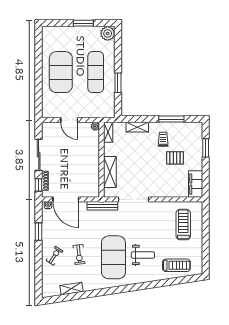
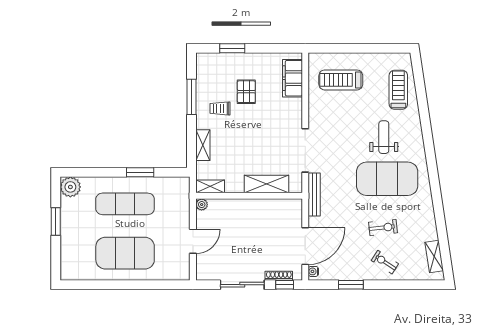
filing cabinet: (196, 184) -> (292, 78), moved, turned 90
shelving: (72, 289) -> (434, 256), moved

